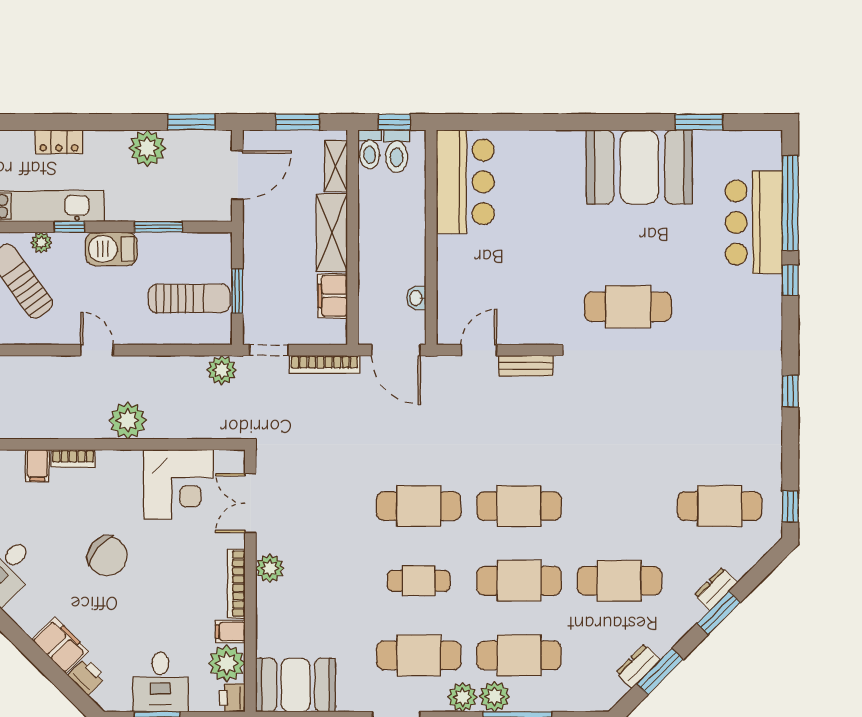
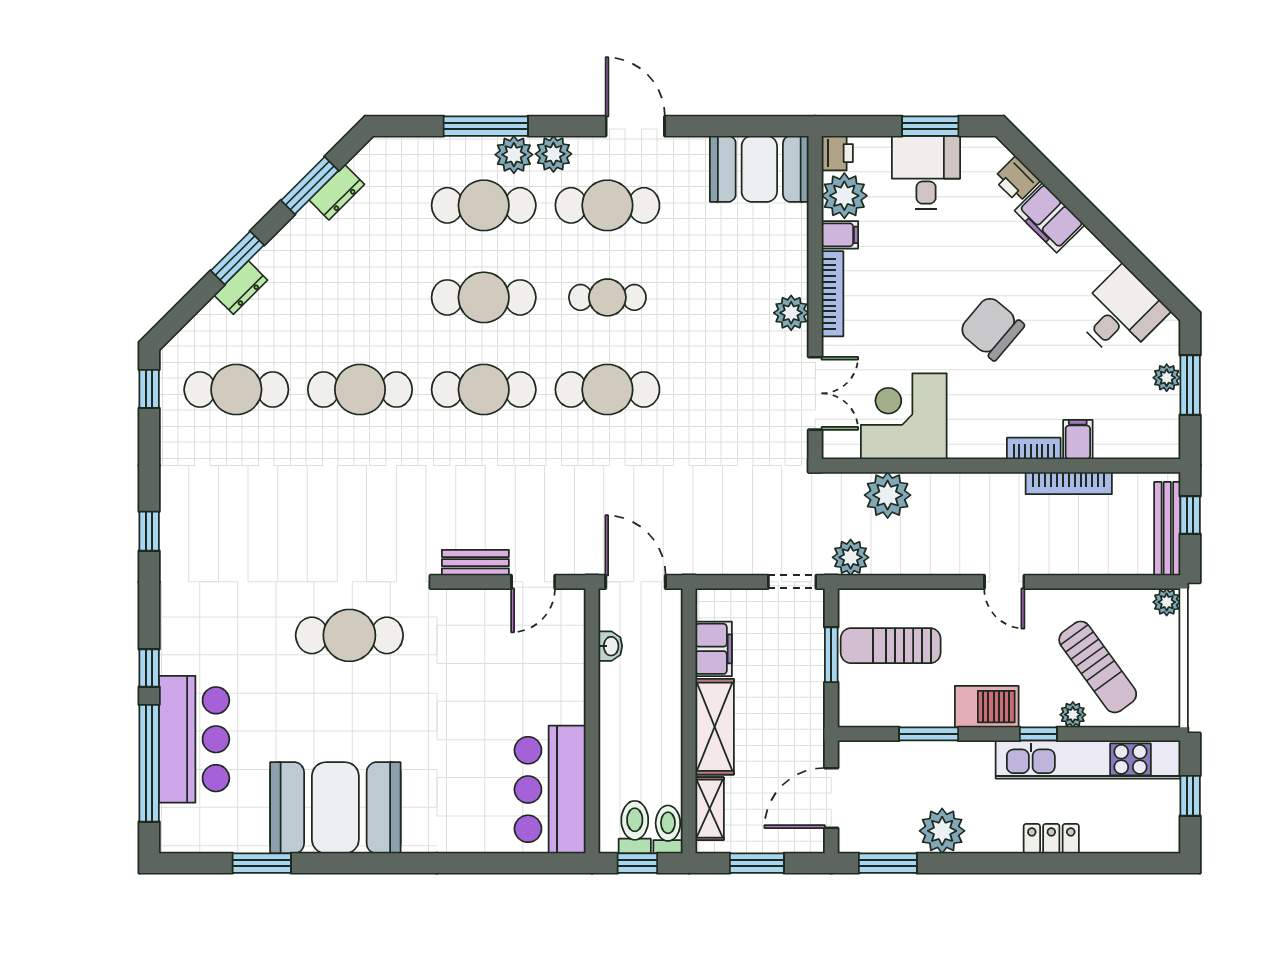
bookcase: (325, 364) -> (1069, 483), moved, turned 180
plant: (128, 420) -> (888, 495), moved
cafe table: (619, 581) -> (360, 390), moved

